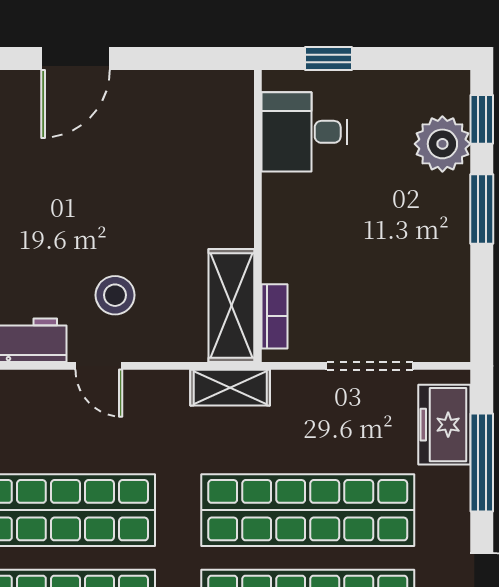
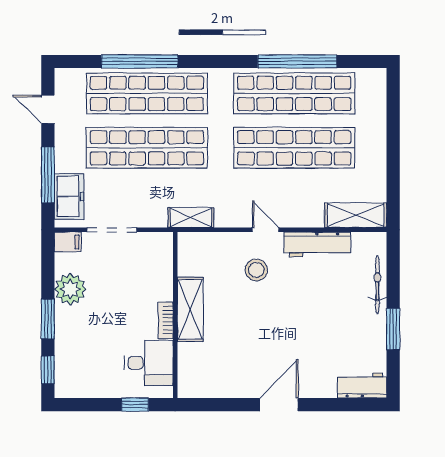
plant: (442, 144) -> (70, 289), moved
shelving: (231, 305) -> (190, 309), moved
bookcase: (275, 316) -> (166, 320), moved
filing cabinet: (447, 345) -> (68, 242), added

